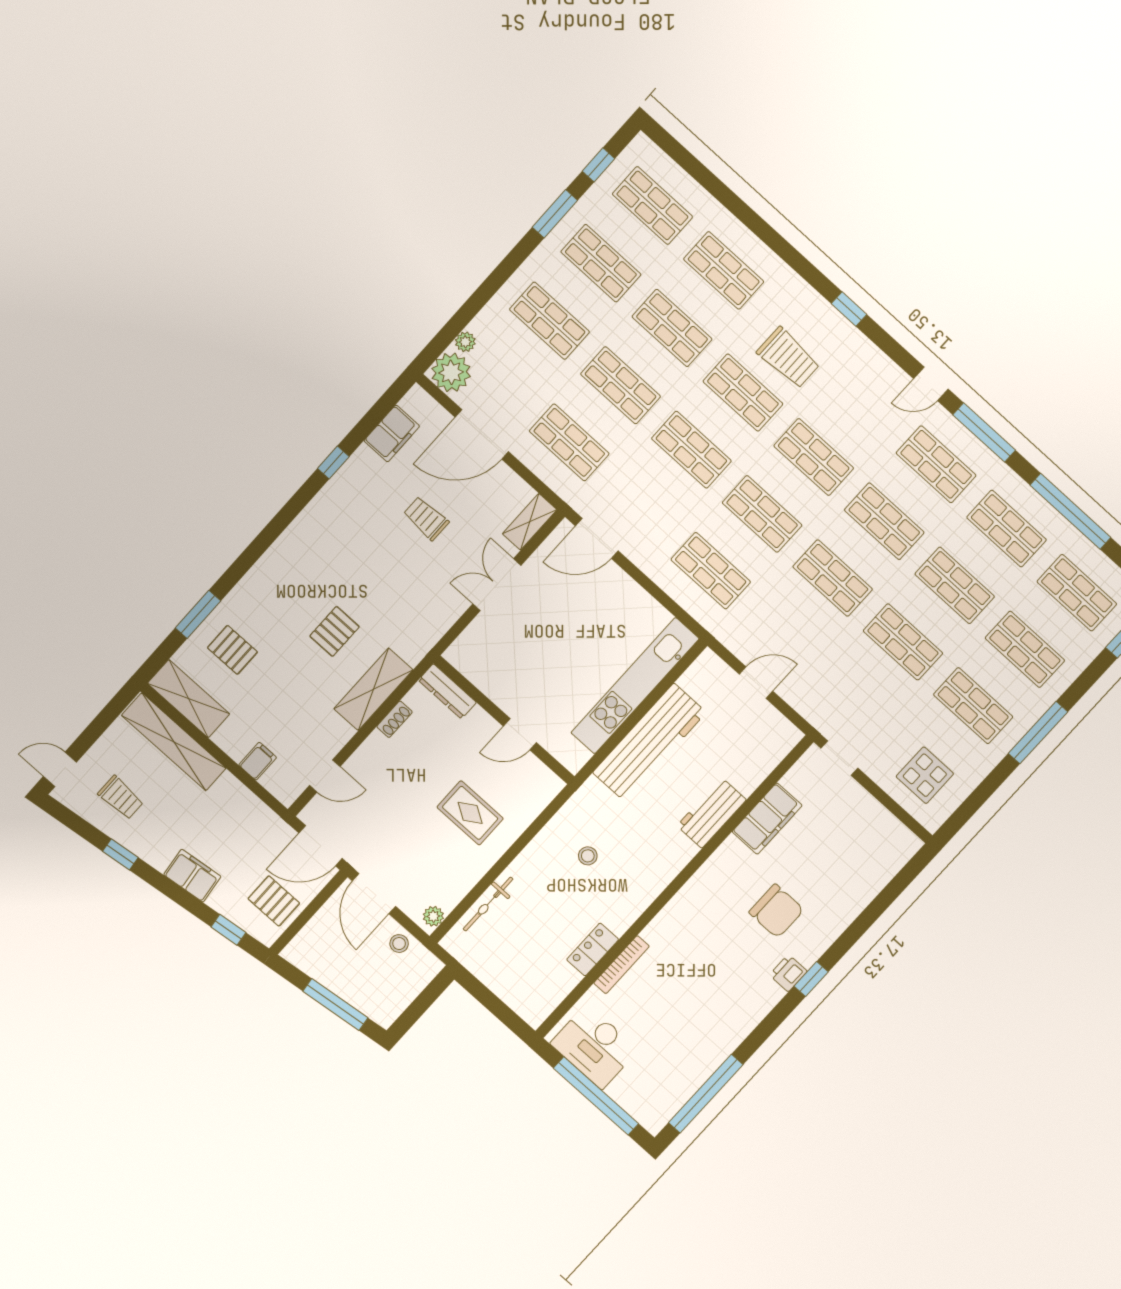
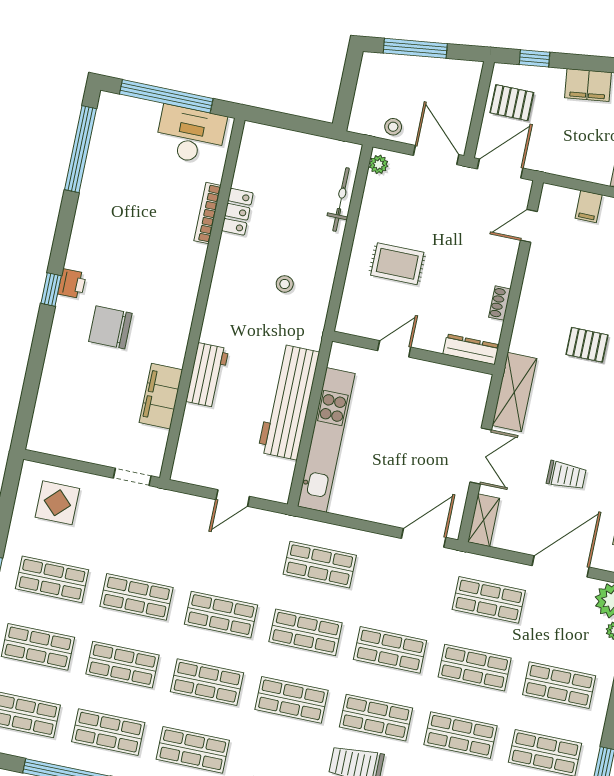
pallet: (335, 631) -> (587, 345), turned 90
shelving: (373, 689) -> (514, 392), moved

